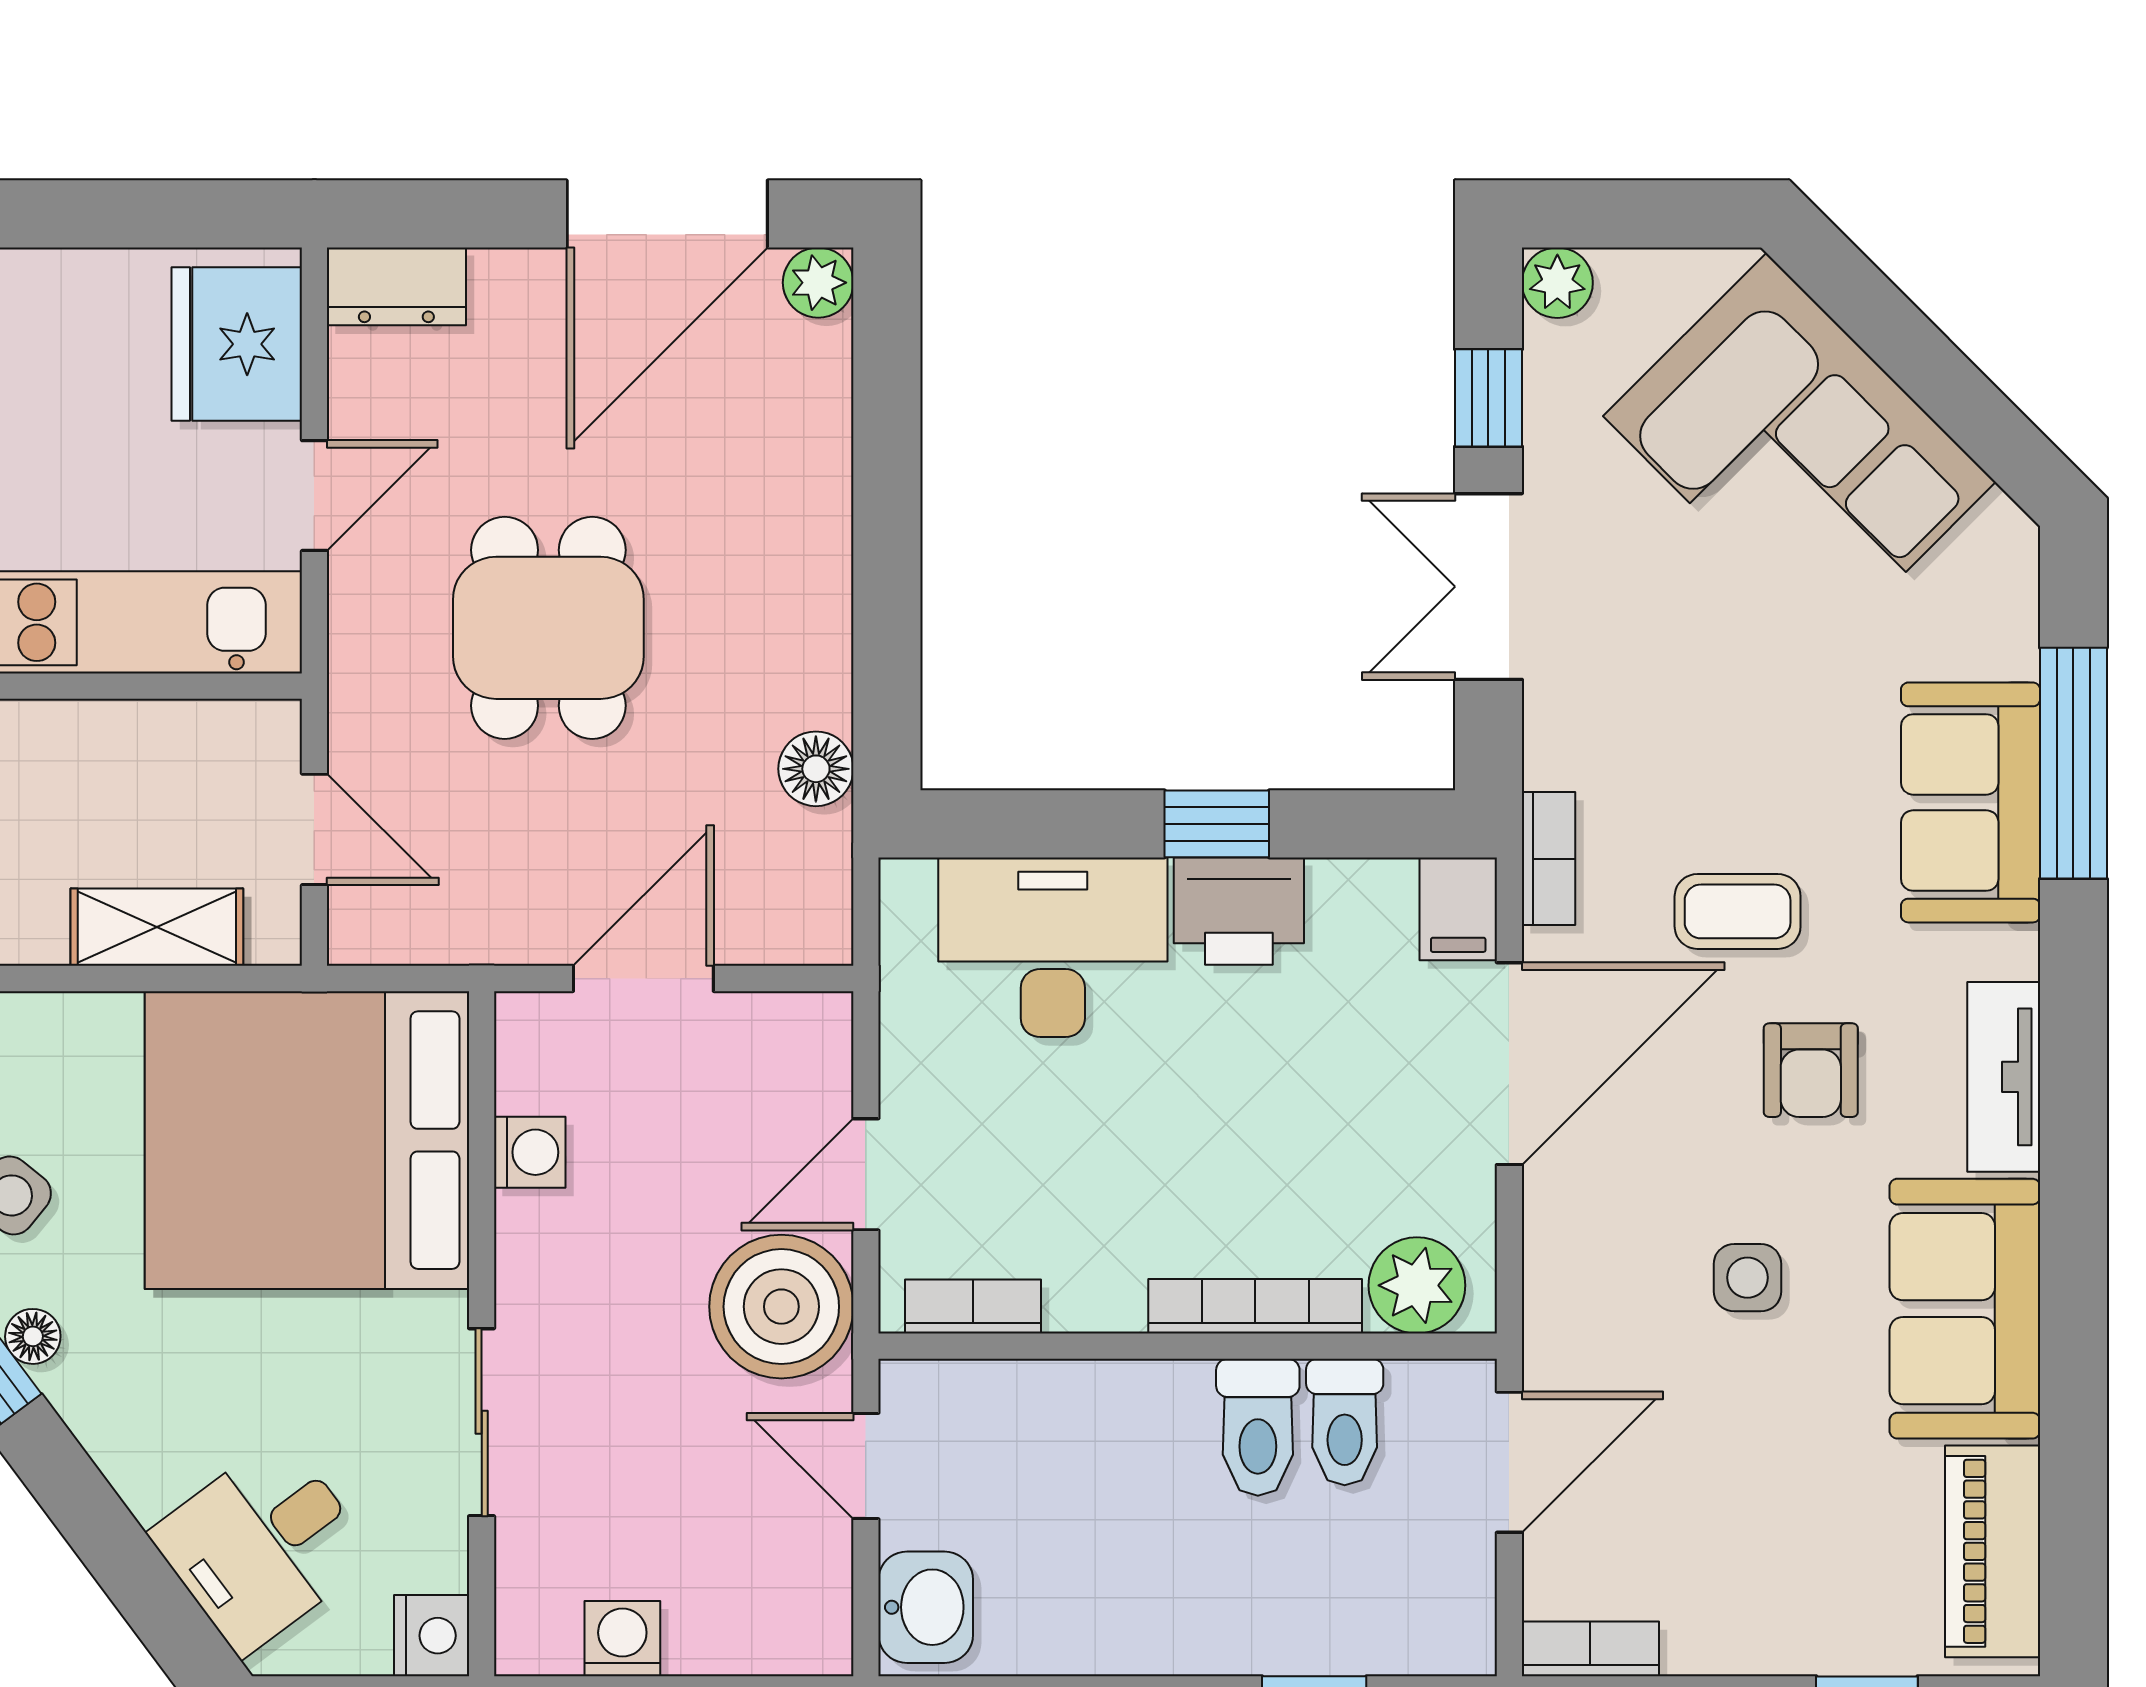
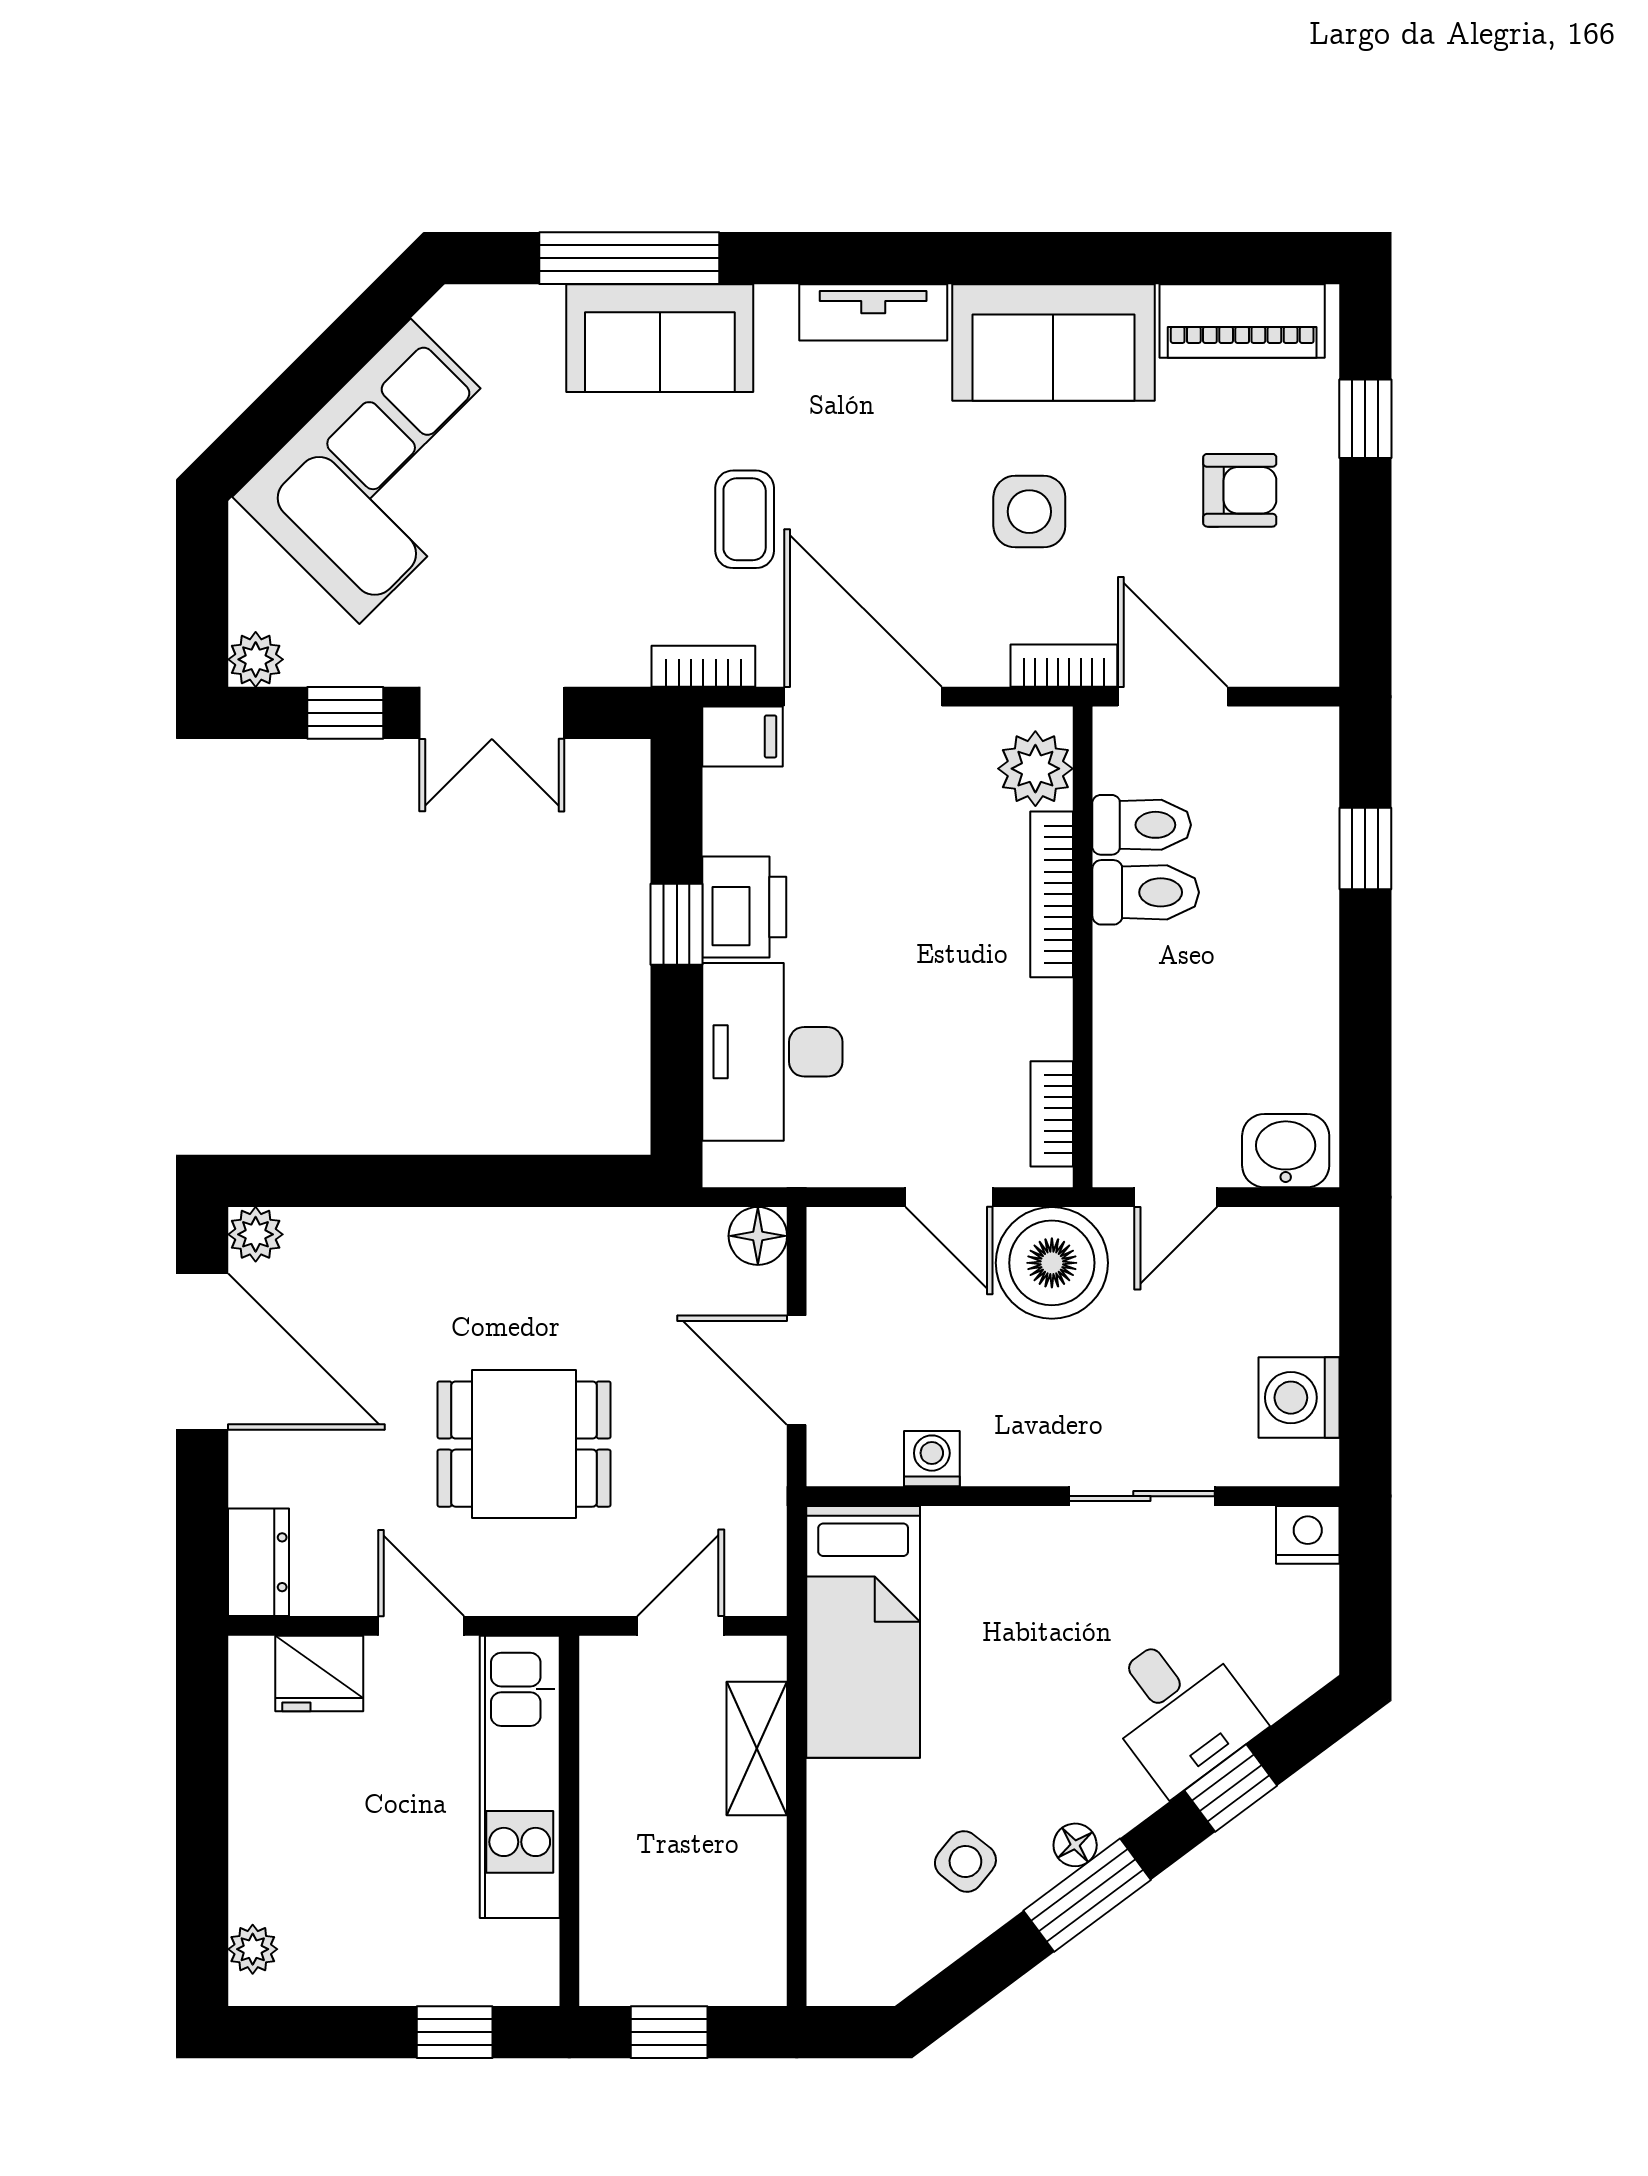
fridge: (237, 344) -> (319, 1674), width x0.73, depth x0.75
floor lamp: (816, 769) -> (758, 1236), moved
armchair: (1811, 1070) -> (1240, 490), moved
bed: (307, 1140) -> (863, 1632), width x0.49
side table: (1747, 1278) -> (1029, 512), width x1.37, depth x1.37
window: (106, 1537) -> (1231, 1788), added
desk: (262, 1545) -> (1179, 1710), moved
washing machine: (622, 1639) -> (1299, 1398), width x1.38, depth x1.38
bookcase: (1590, 1649) -> (1064, 666), moved, turned 90

